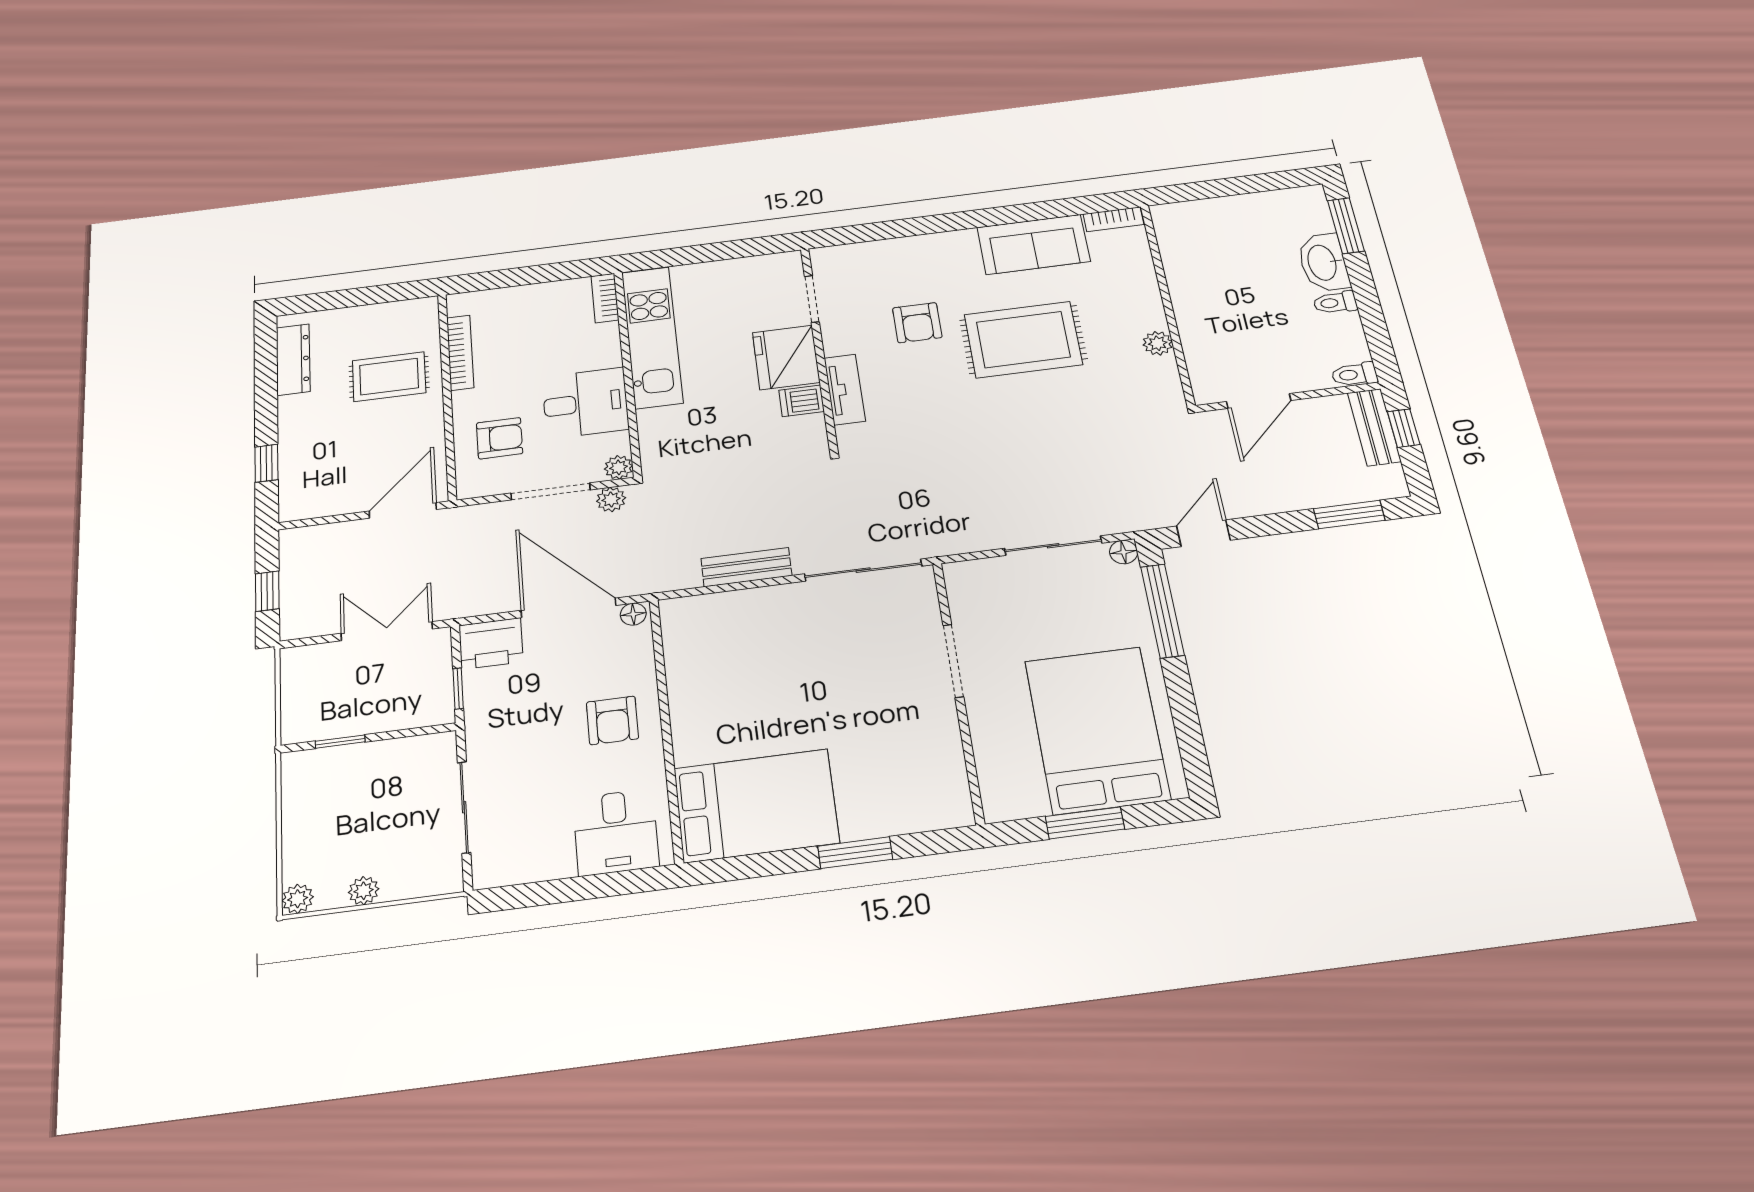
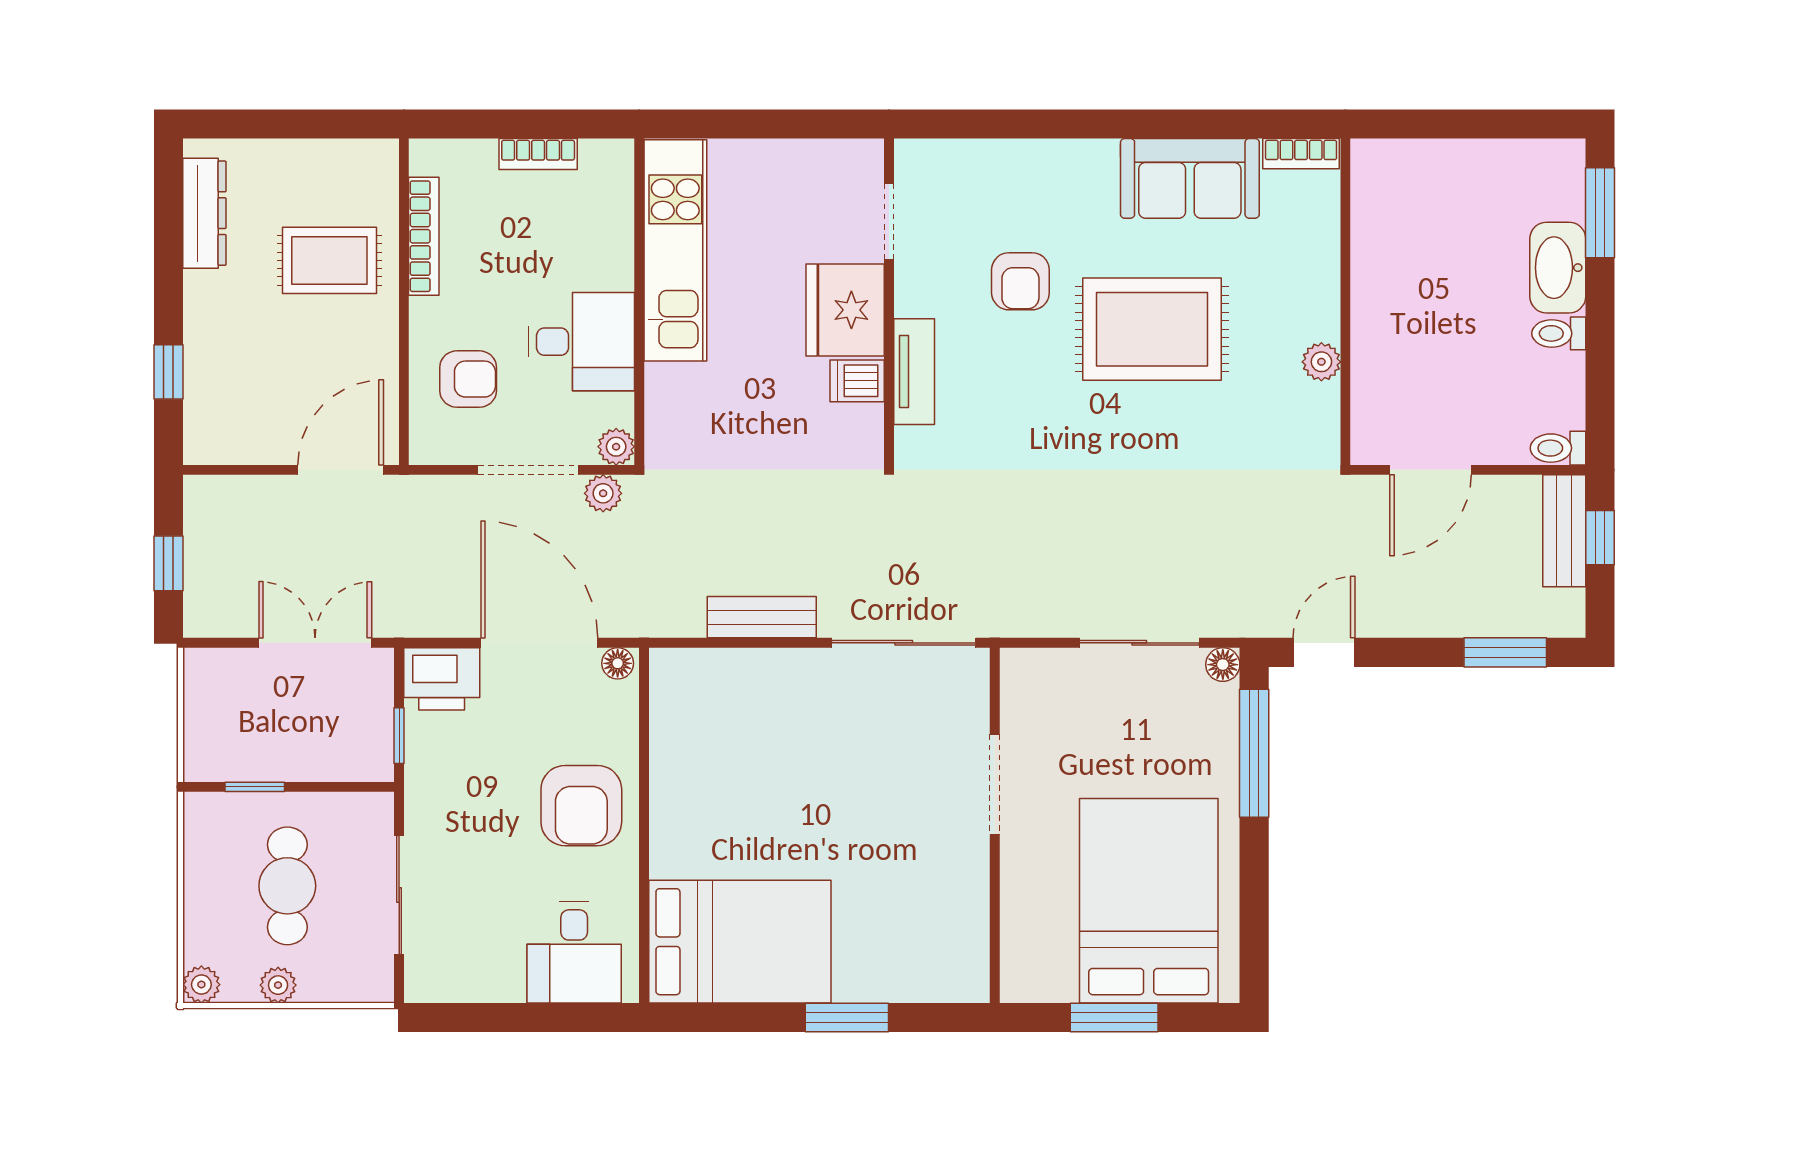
bookcase: (605, 298) -> (538, 154), moved, turned -90
armchair: (612, 720) -> (581, 806), width x1.38, depth x1.38
cafe table: (369, 812) -> (287, 886), added

